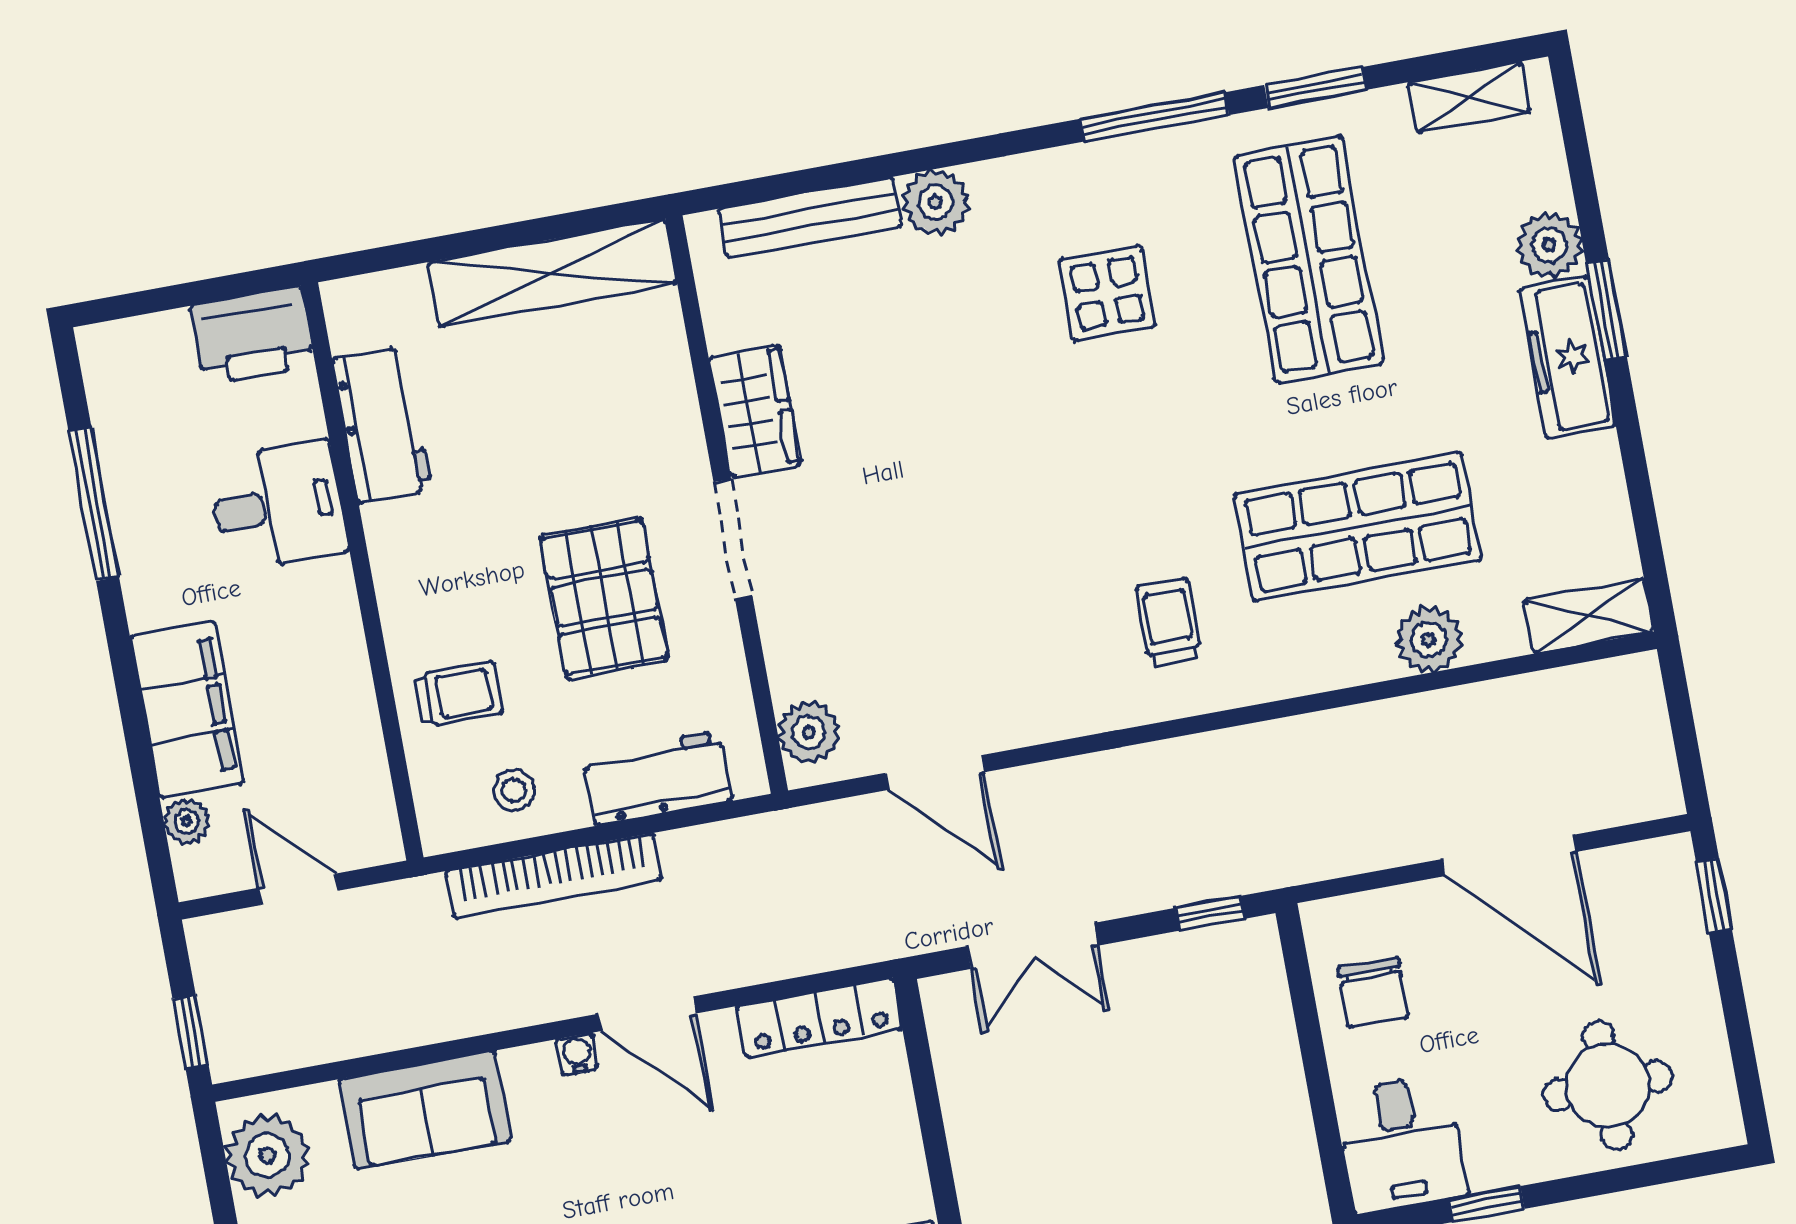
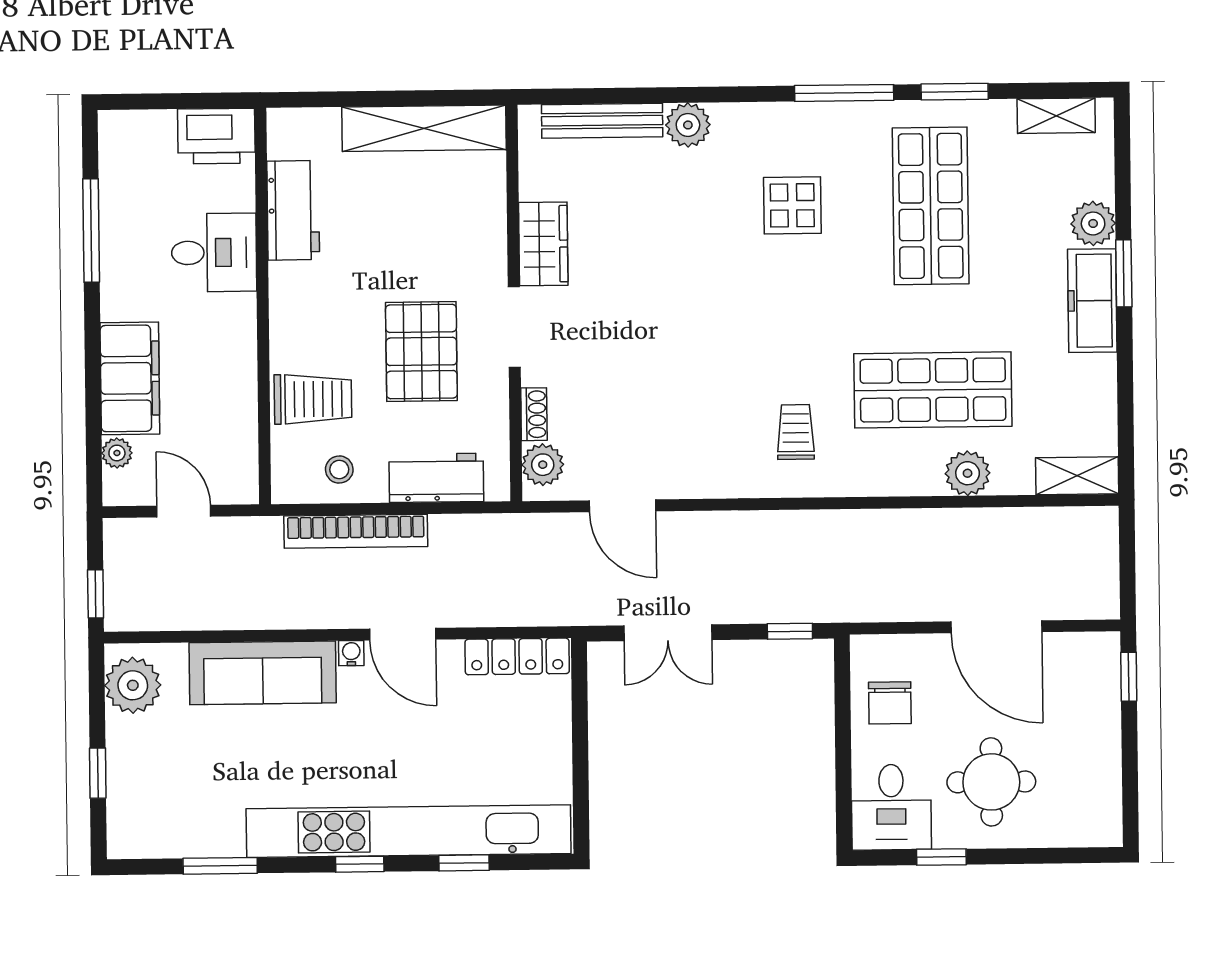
shoe rack: (784, 661) -> (534, 414), added
trolley: (458, 694) -> (313, 399), width x1.36, depth x1.39
round table: (1608, 1085) -> (991, 782), moved
sofa: (425, 1110) -> (263, 673), width x1.36

